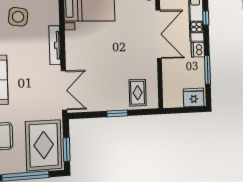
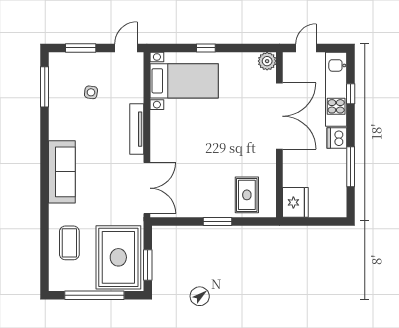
side table: (18, 17) -> (91, 92), width x0.54, depth x0.54
fridge: (194, 98) -> (295, 202), moved, turned 90

